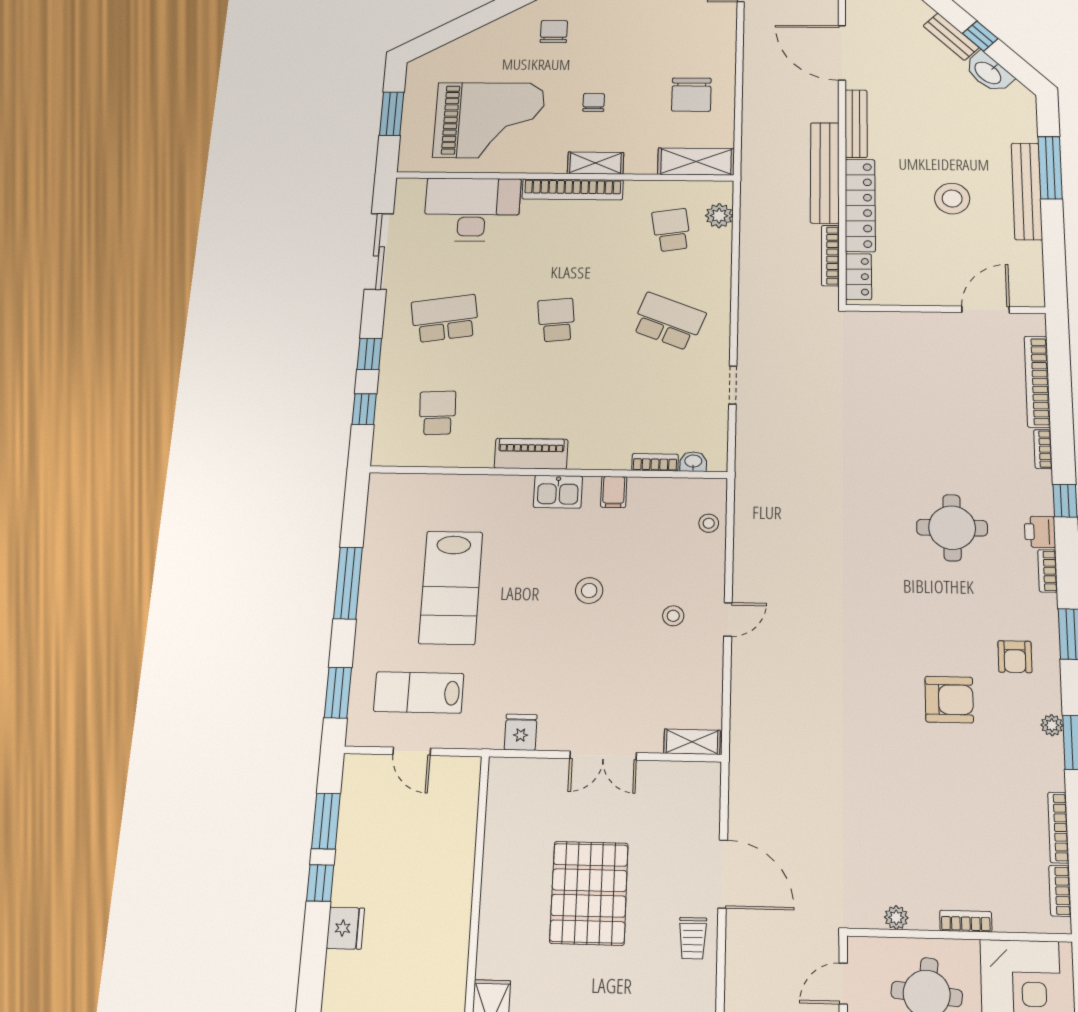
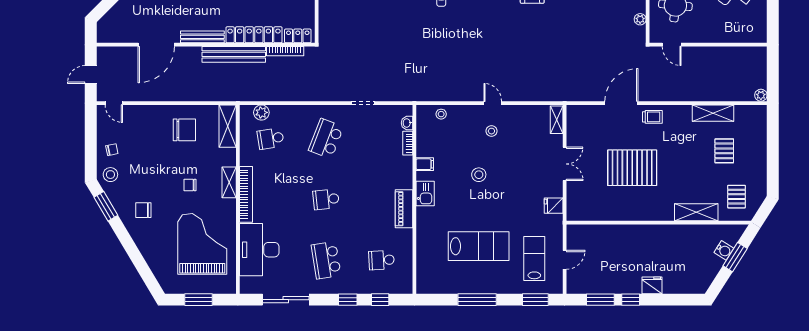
lab bench: (419, 692) -> (534, 259), turned 180

